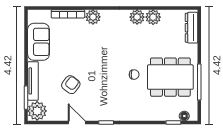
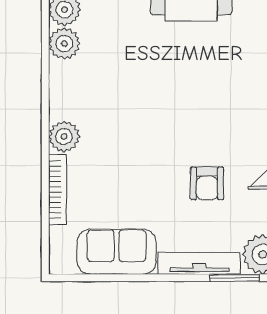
chair: (134, 75) -> (186, 50), removed
armchair: (71, 85) -> (207, 183), turned -127

